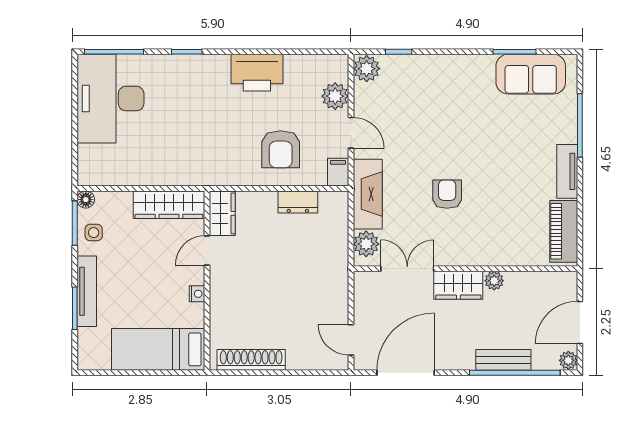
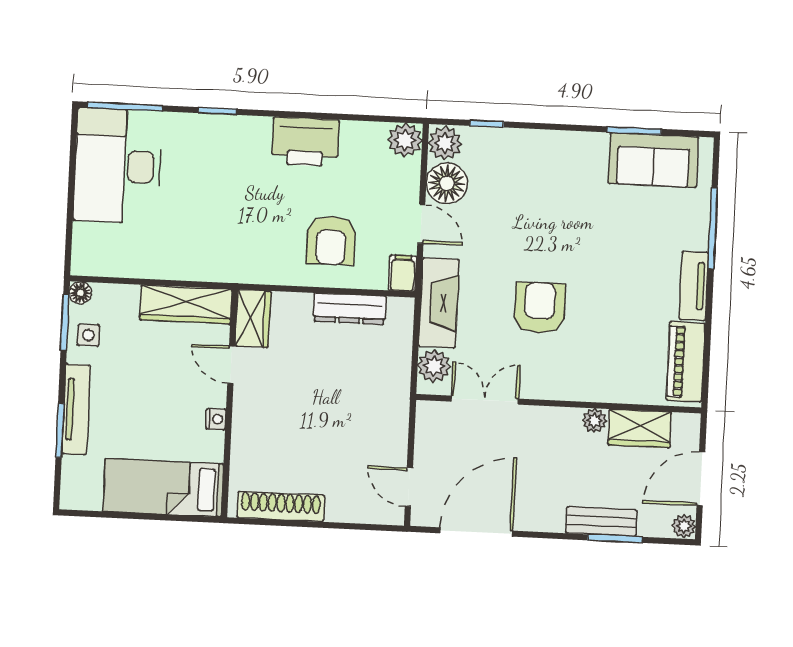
plant: (335, 96) -> (405, 140), moved
floor lamp: (369, 100) -> (447, 183), added
armchair: (447, 194) -> (540, 308), width x1.38, depth x1.38
dresser: (298, 202) -> (350, 309), width x1.44
door: (207, 250) -> (231, 365), hinge flipped
wardrobe: (458, 285) -> (640, 428), moved
window: (515, 373) -> (615, 539), width x0.47

